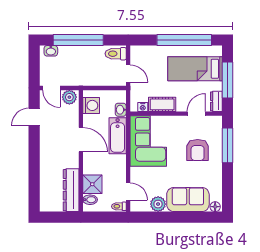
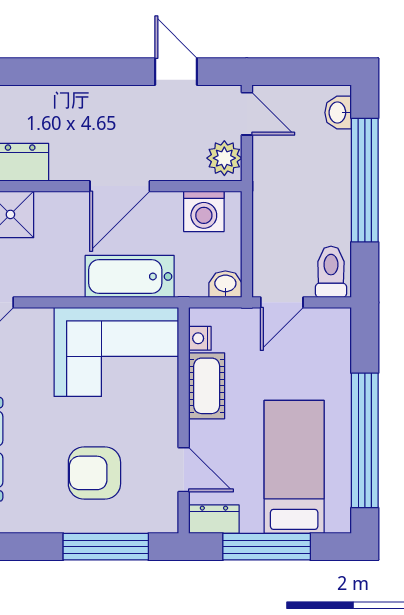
door: (51, 88) -> (247, 114), swing flipped
washbasin: (121, 110) -> (225, 284), moved

